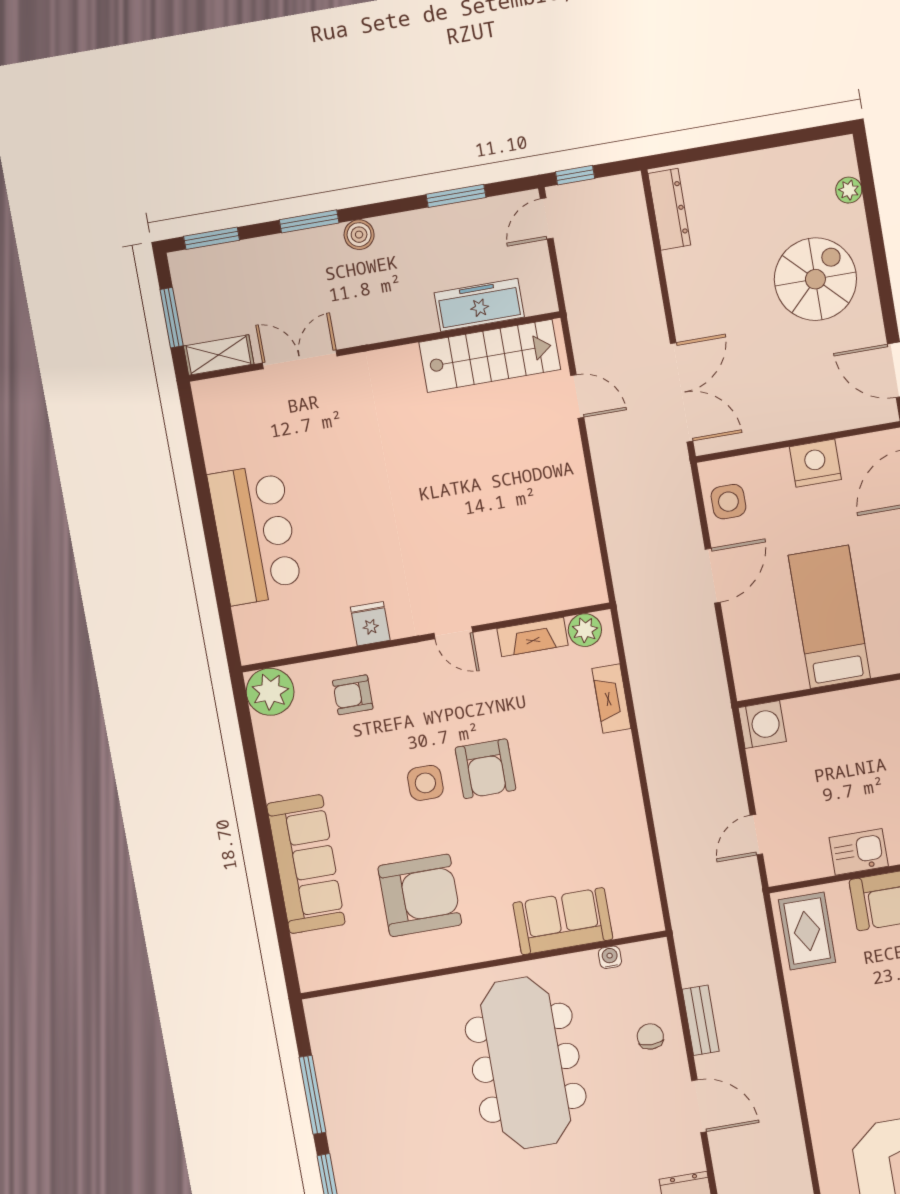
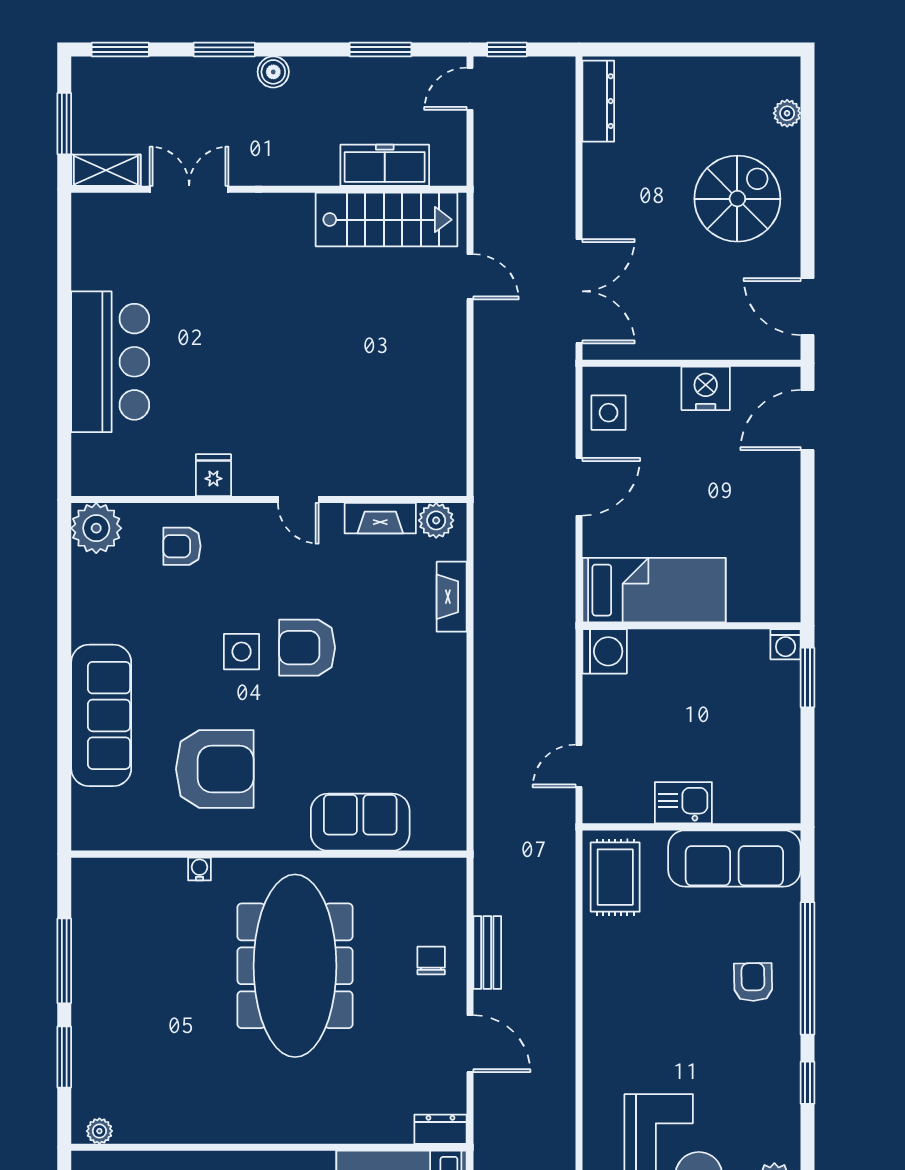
bed: (829, 617) -> (654, 590), moved, turned 90
armchair: (486, 769) -> (307, 648), turned 90
water cooler: (610, 957) -> (200, 869), moved

